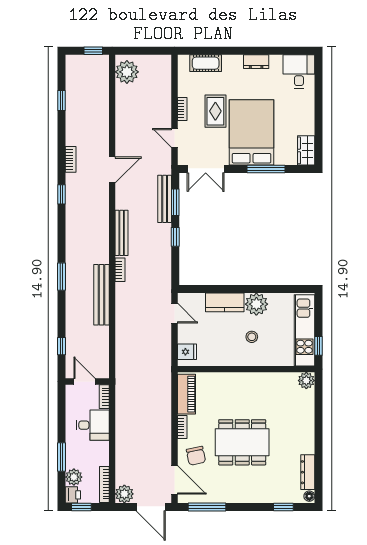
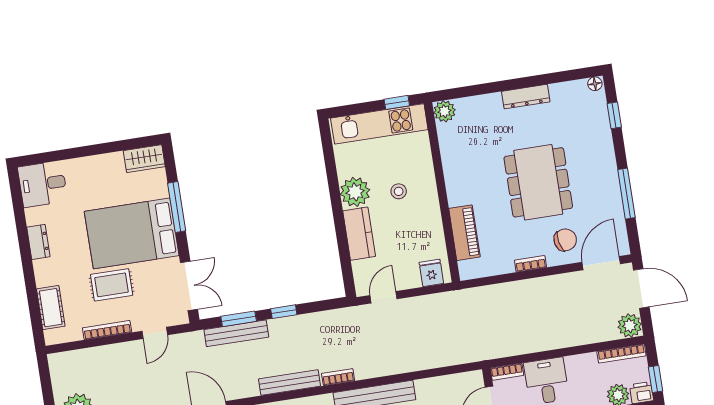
bookcase: (182, 109) -> (107, 330), width x1.56
piano: (186, 394) -> (464, 233), moved, turned 90
dresser: (308, 472) -> (526, 97), moved
door: (151, 507) -> (641, 288), hinge flipped
window: (207, 507) -> (626, 194), moved

